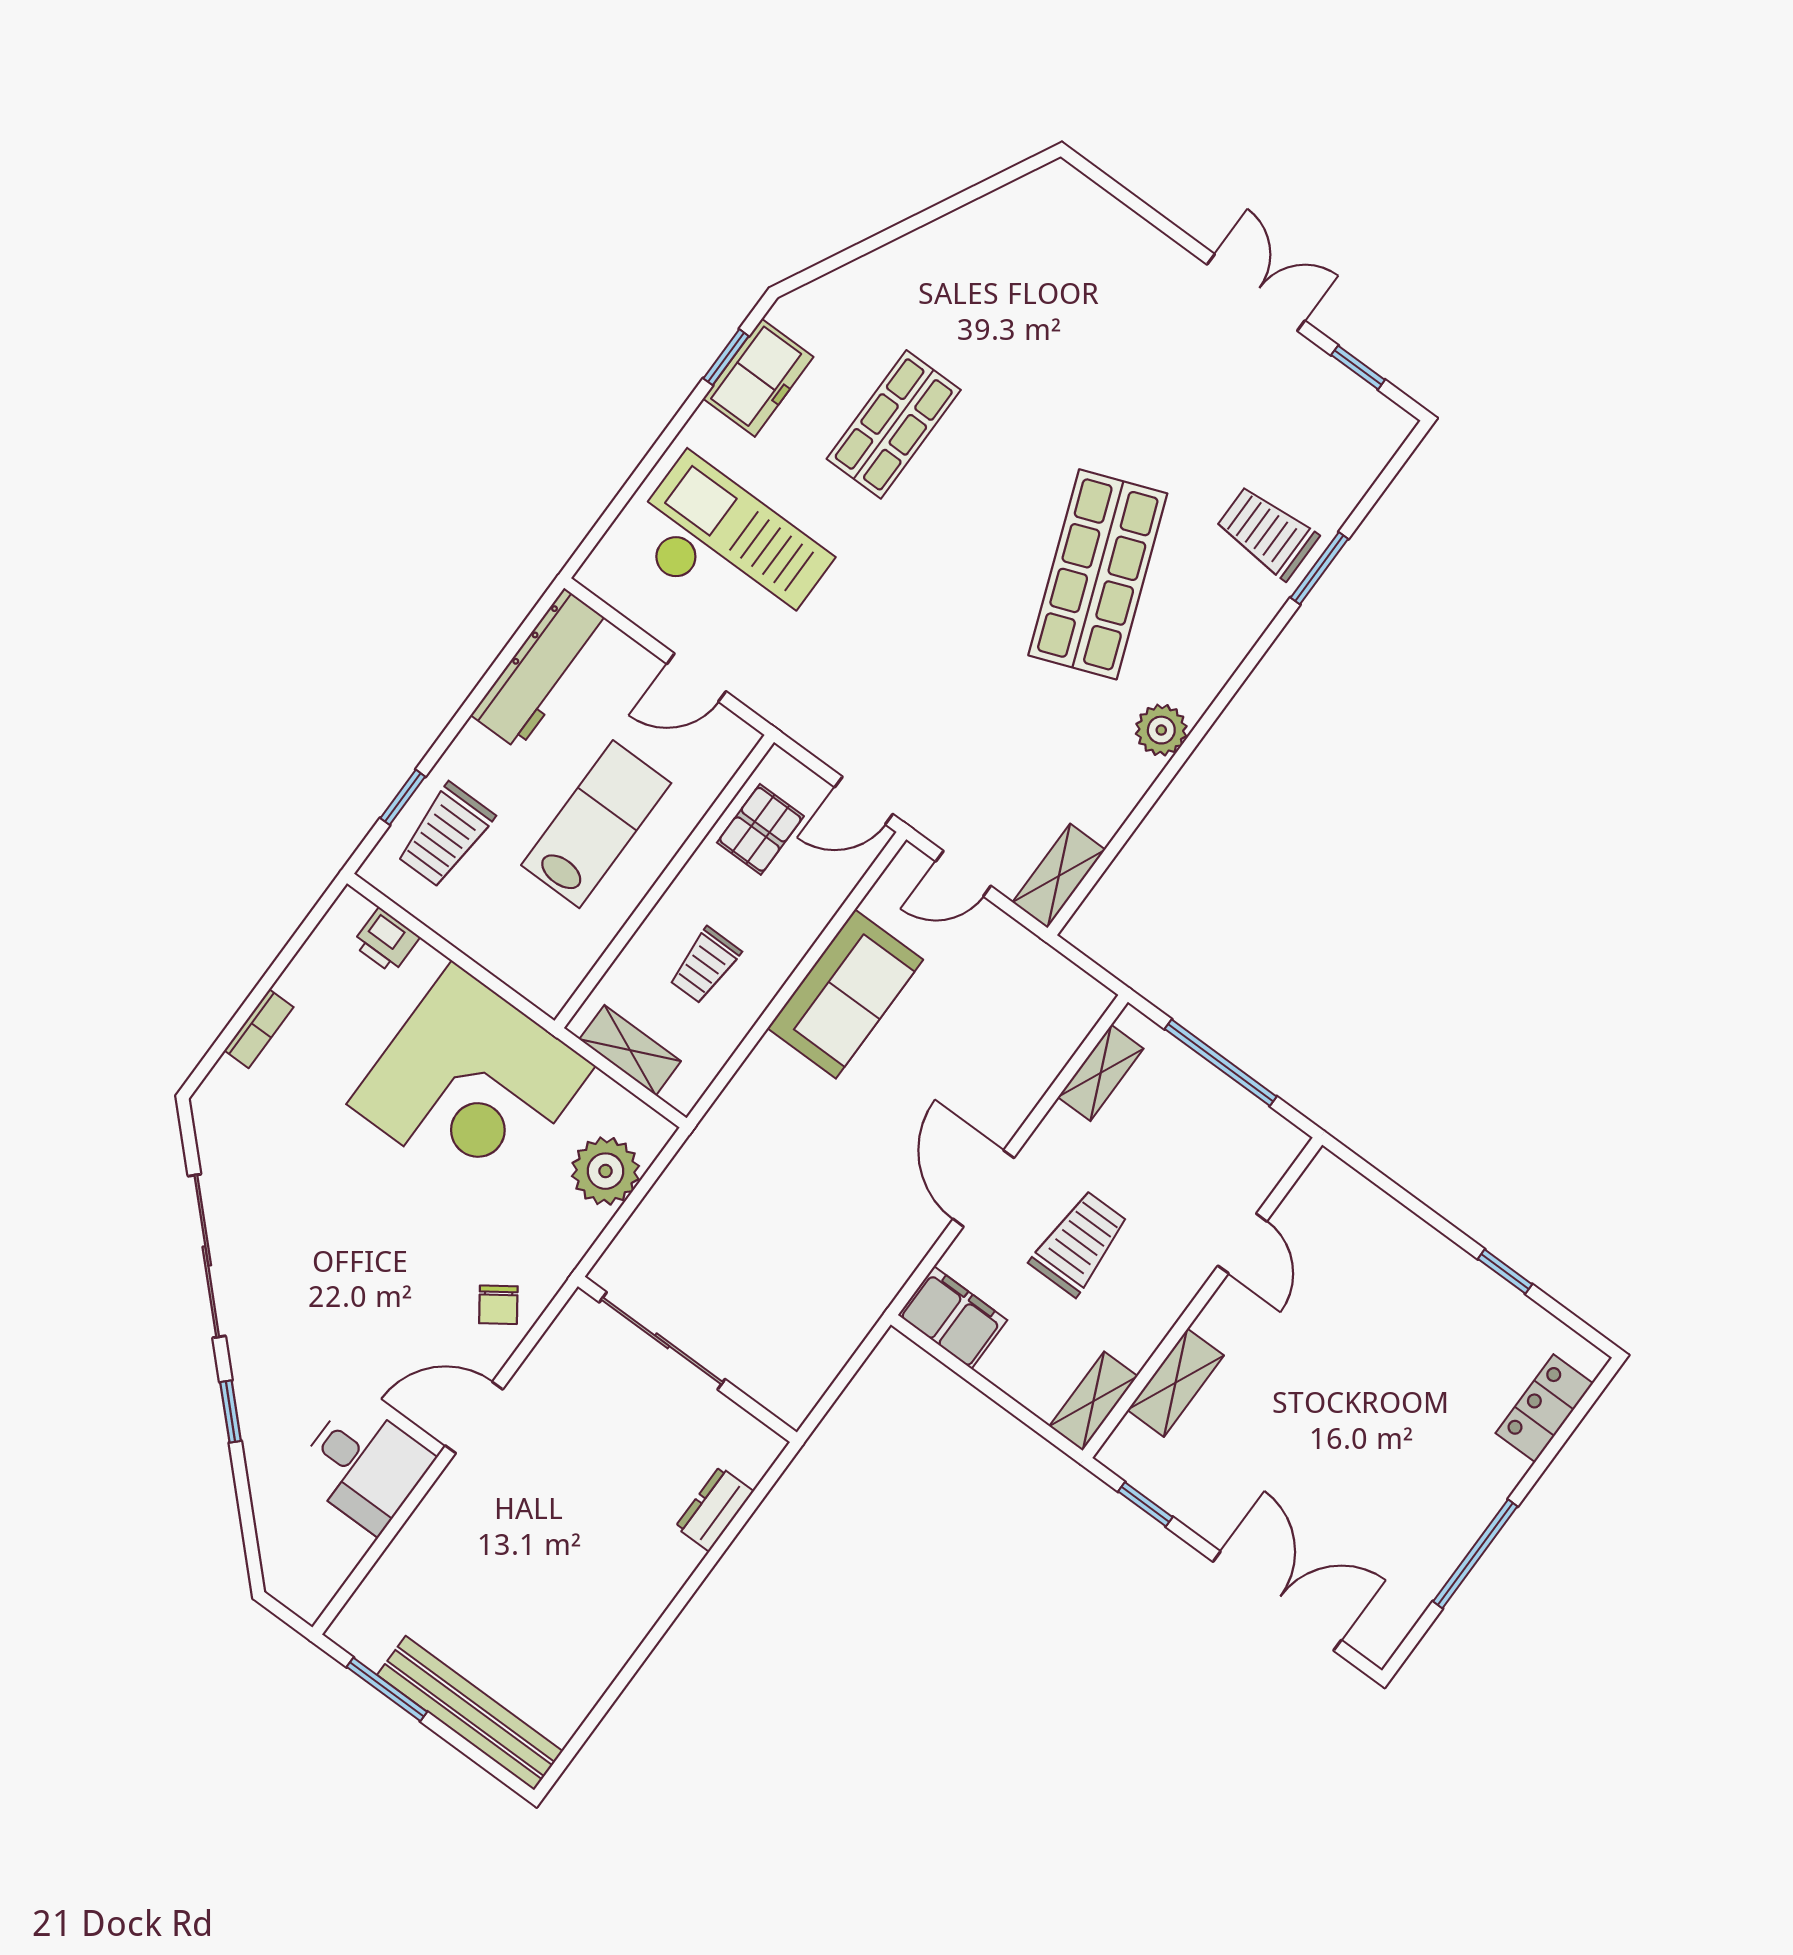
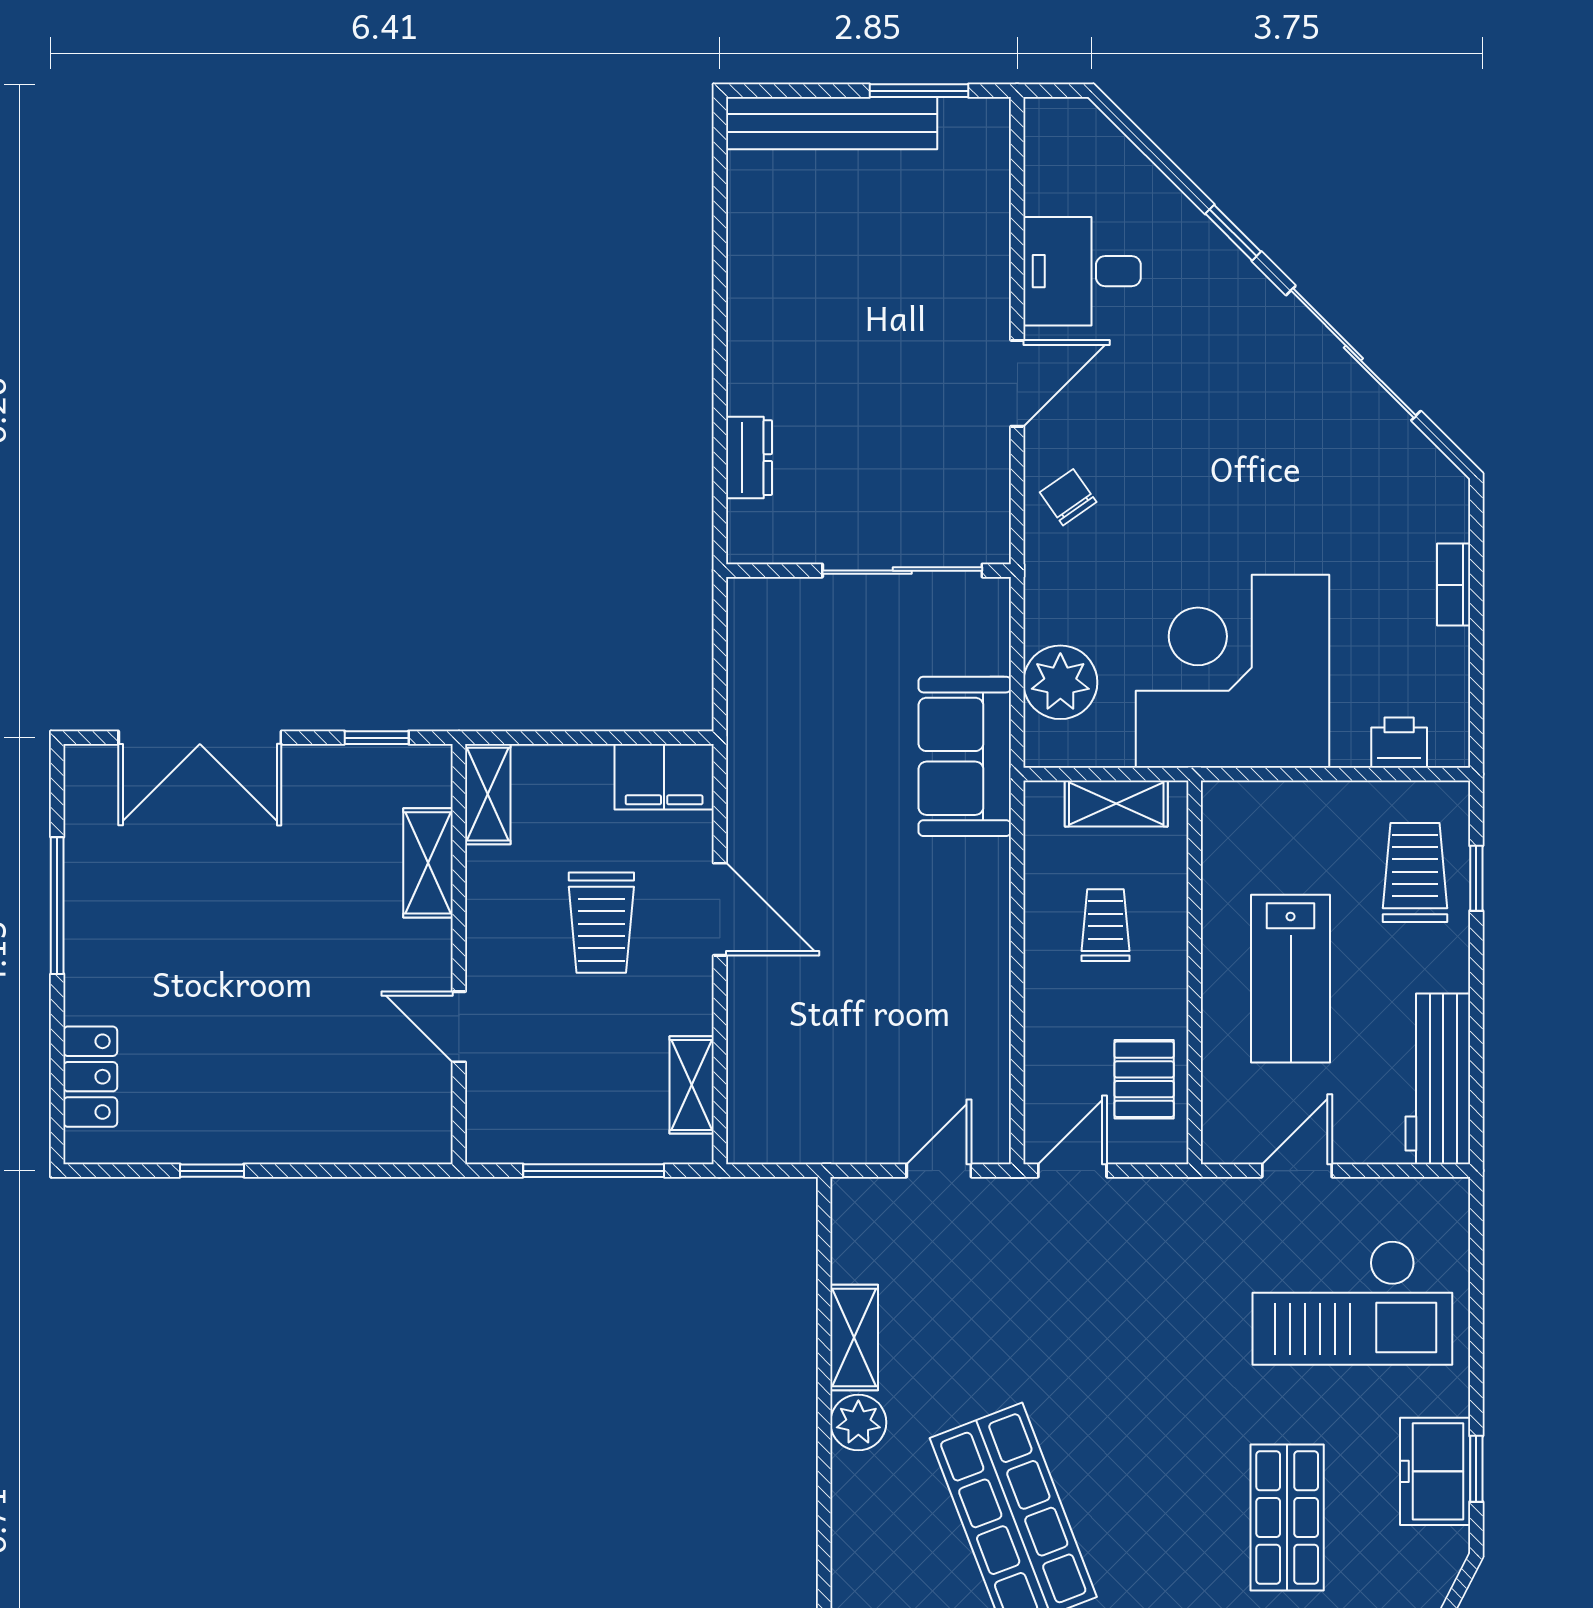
shelving: (1059, 876) -> (854, 1337), moved
sofa: (845, 994) -> (965, 756), moved

